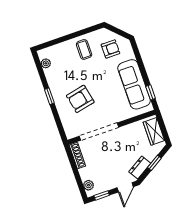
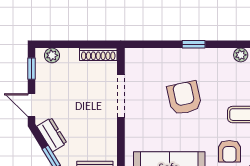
armchair: (80, 99) -> (184, 98), moved
doorway: (99, 132) -> (121, 96), width x0.73

